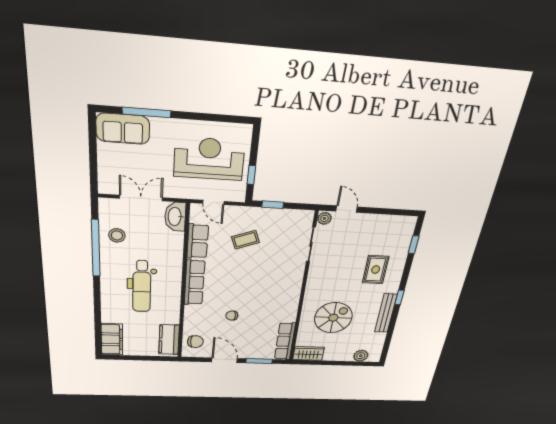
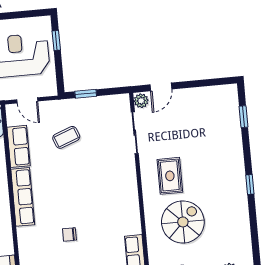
window: (251, 175) -> (56, 40), moved
door: (347, 209) -> (161, 87), swing flipped
rug: (376, 270) -> (170, 176), moved
bench: (386, 313) -> (241, 208), removed

